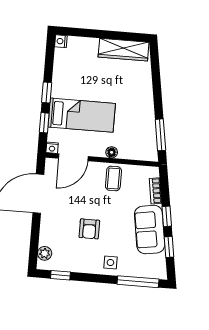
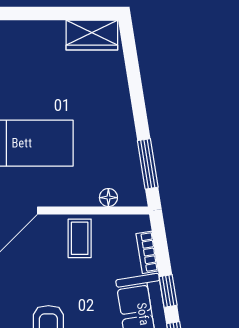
wardrobe: (124, 50) -> (92, 35), width x0.67
floor lamp: (112, 152) -> (108, 198), moved

